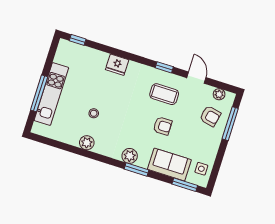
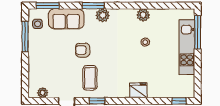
window: (39, 93) -> (198, 32), moved
coffee table: (164, 94) -> (90, 78), turned 90
armchair: (210, 116) -> (44, 72), removed
window: (230, 124) -> (25, 37), moved

